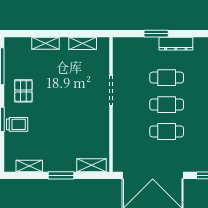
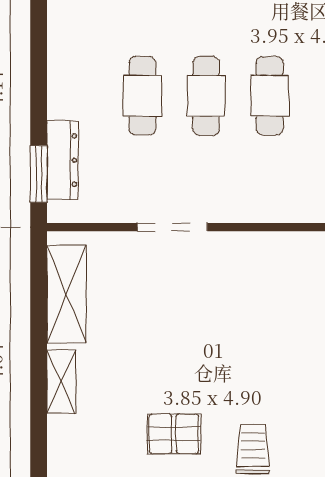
window: (156, 34) -> (39, 174), moved
shelving: (83, 43) -> (67, 294), width x1.50, depth x1.33
dresser: (176, 44) -> (62, 160), moved

